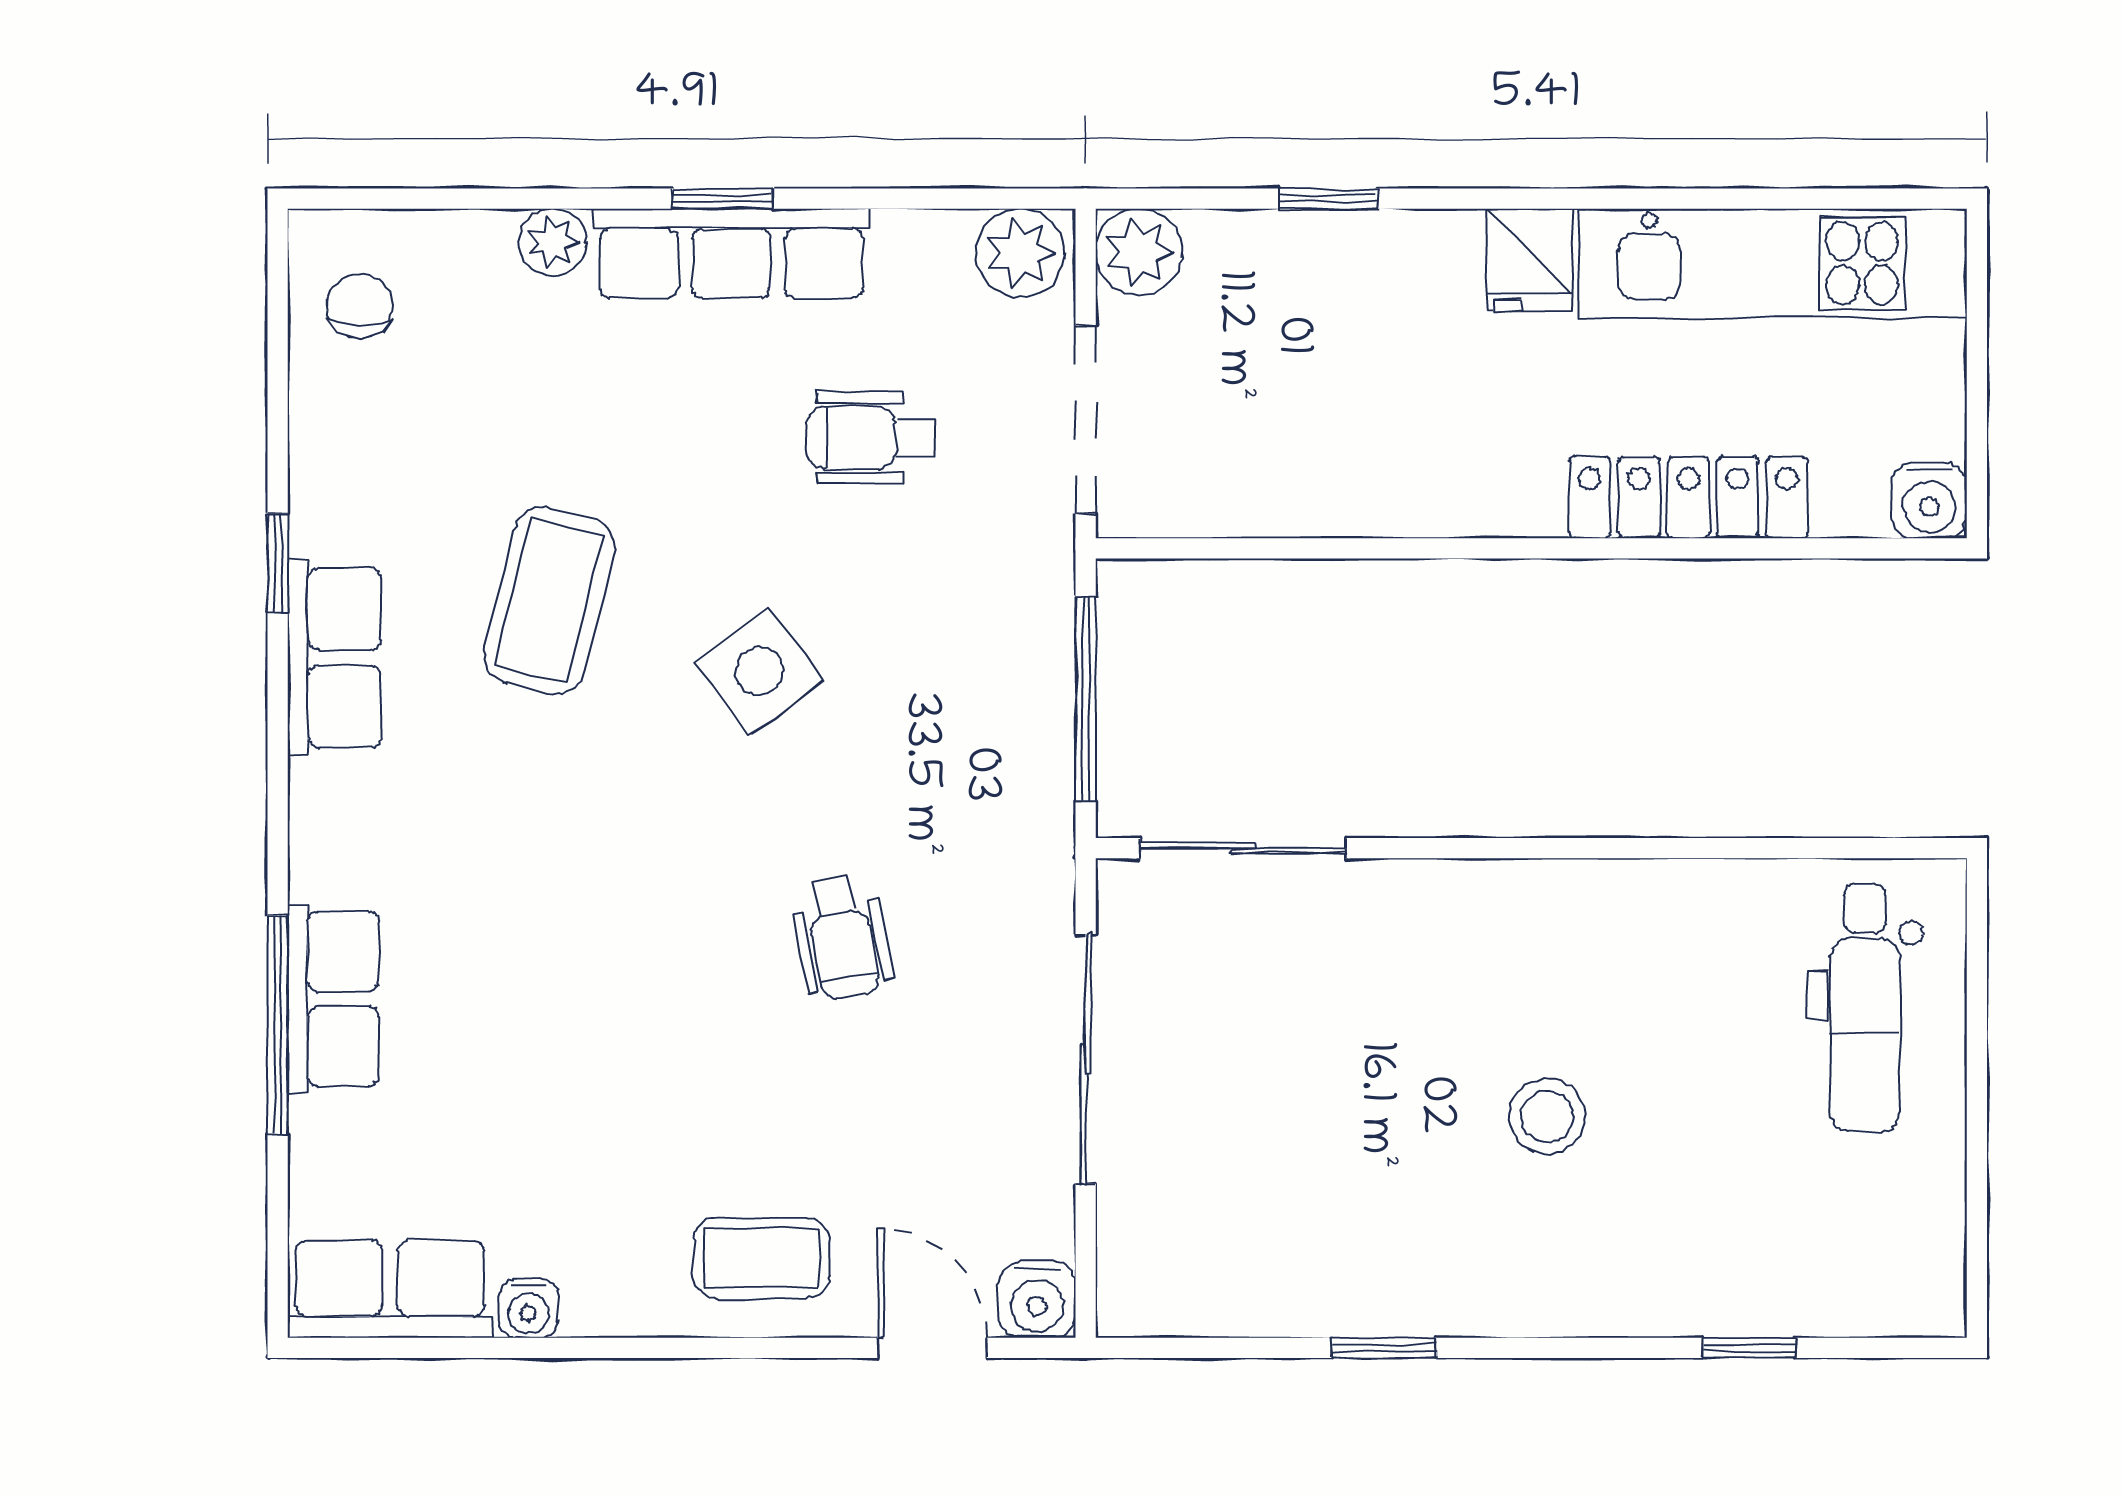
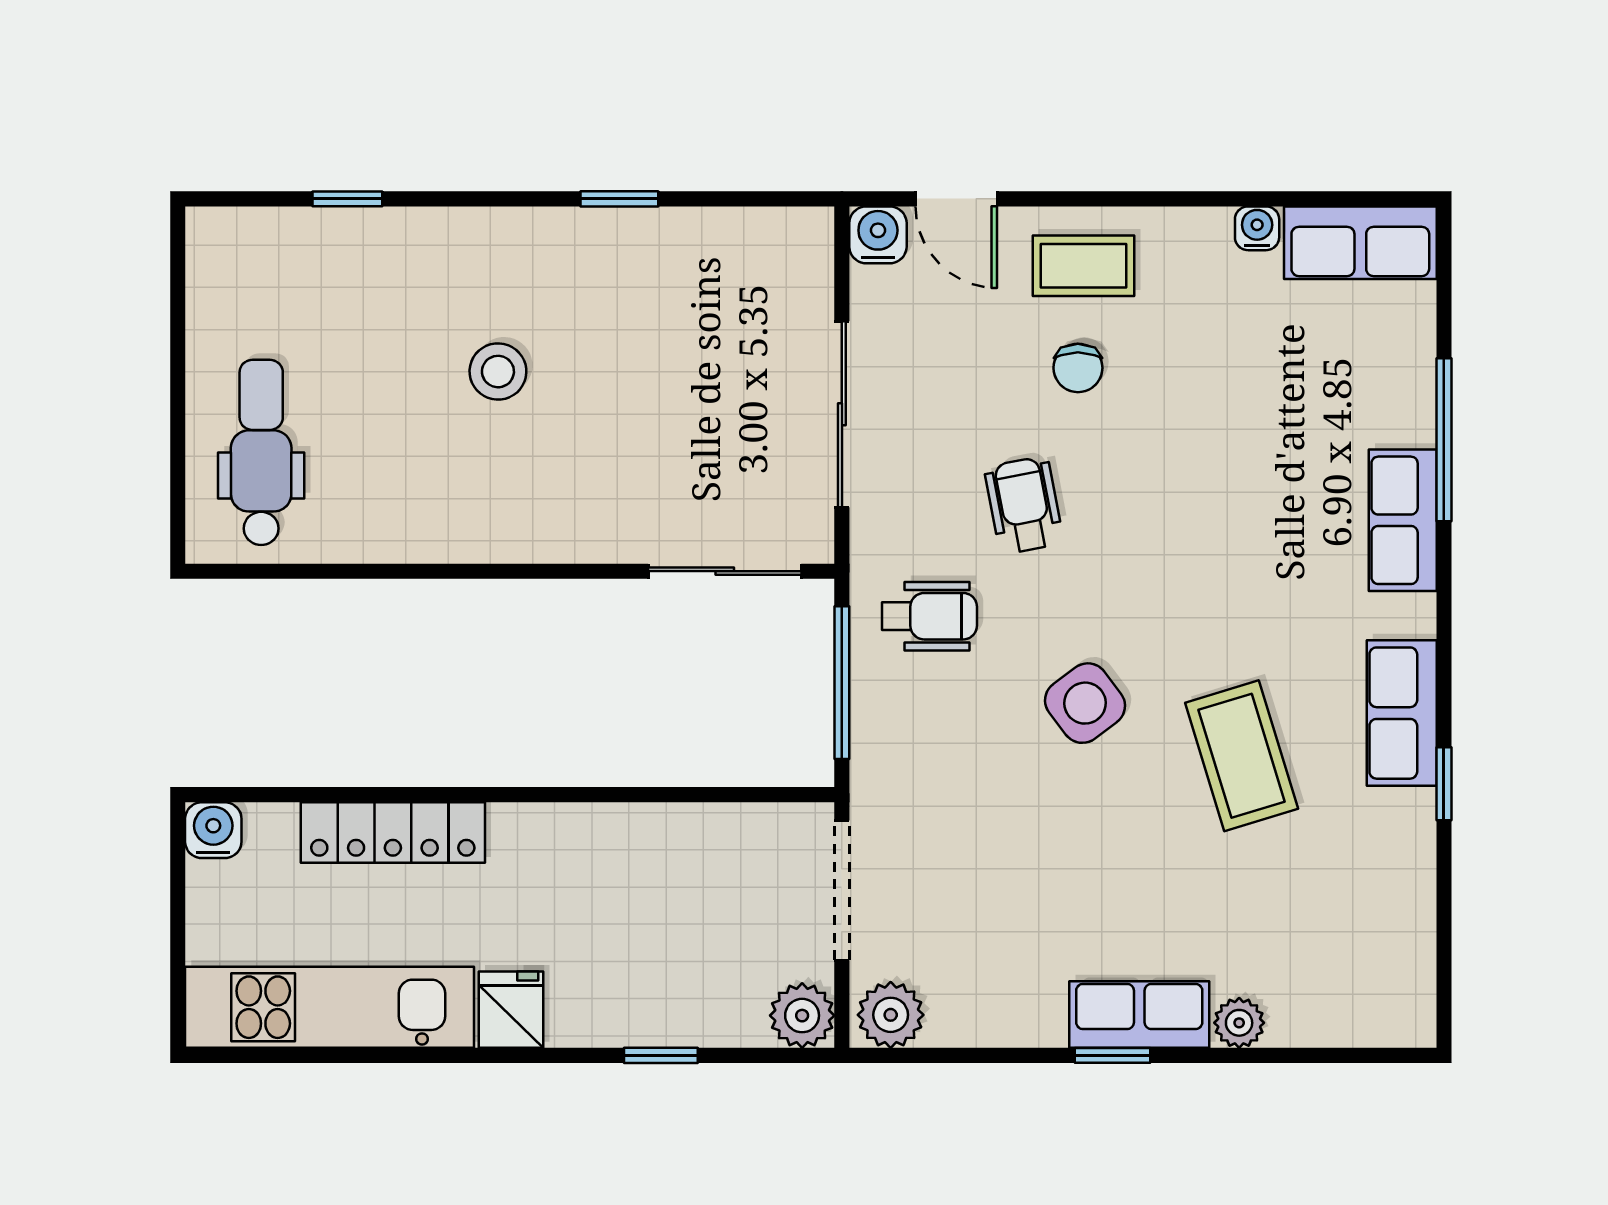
row of seats: (731, 253) -> (1139, 1015), width x0.68
chair: (360, 306) -> (1078, 368), moved
wheelchair: (870, 438) -> (929, 616), moved
coffee table: (549, 601) -> (1242, 756), turned -31
row of seats: (333, 999) -> (1403, 520), moved

